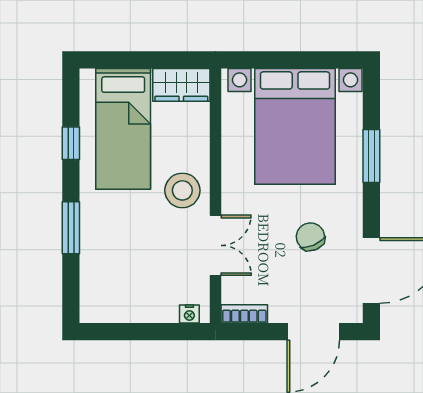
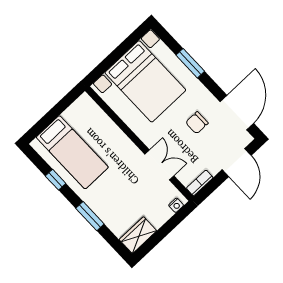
wardrobe: (181, 85) -> (138, 235), moved, turned 180
stool: (182, 190) -> (123, 155), removed
chair: (310, 237) -> (197, 123), turned -67

